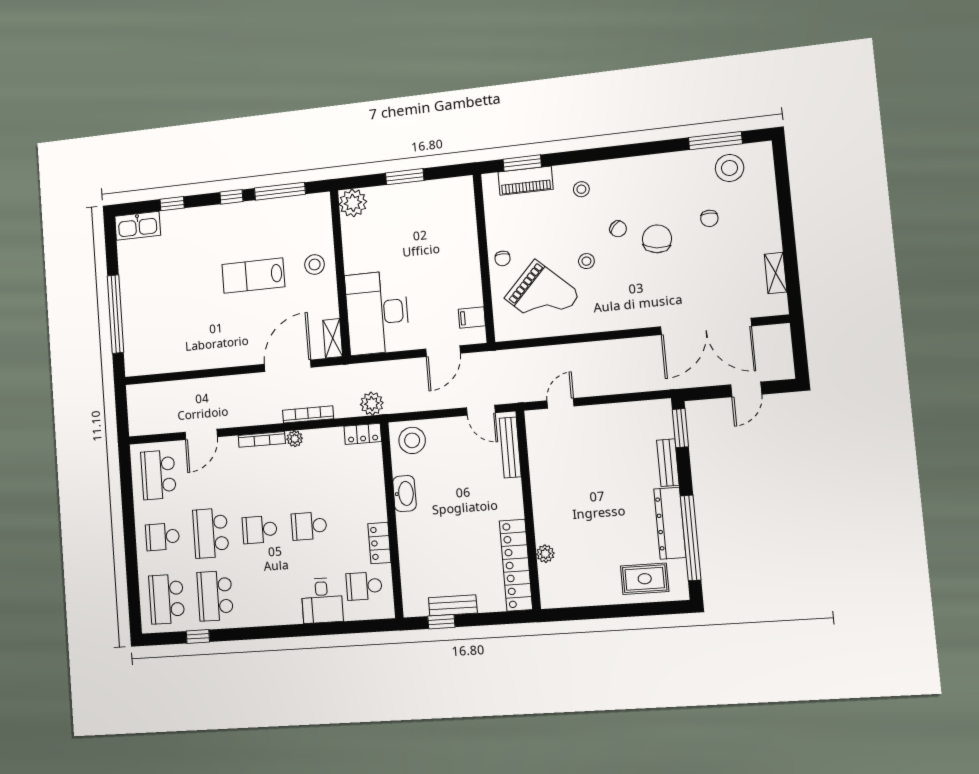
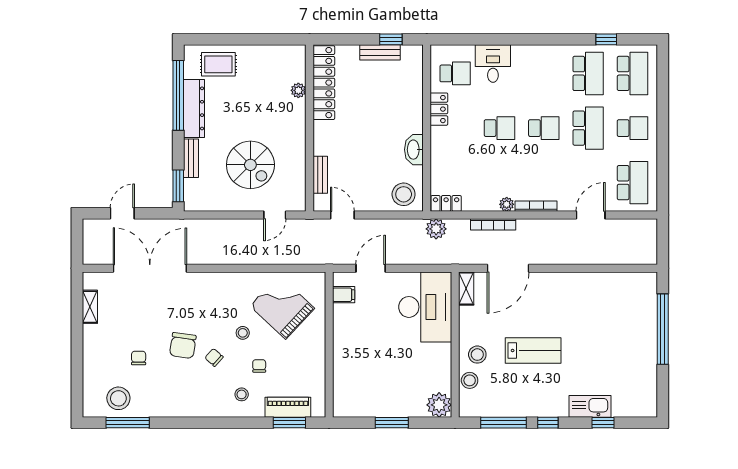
kitchen sink: (138, 226) -> (590, 406), moved
stool: (321, 234) -> (470, 380), added
chair: (503, 258) -> (259, 366), moved
bench: (510, 447) -> (320, 175), width x0.73
spiral stairs: (595, 460) -> (250, 165), added

